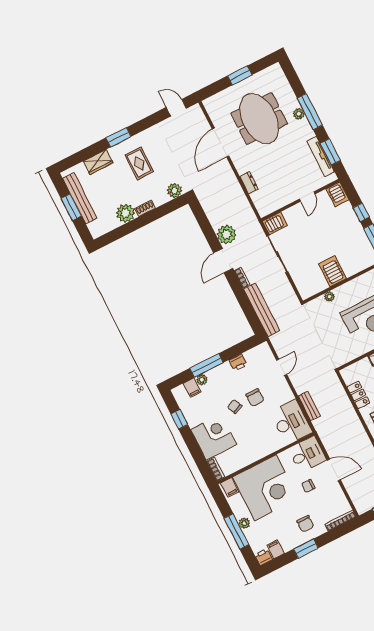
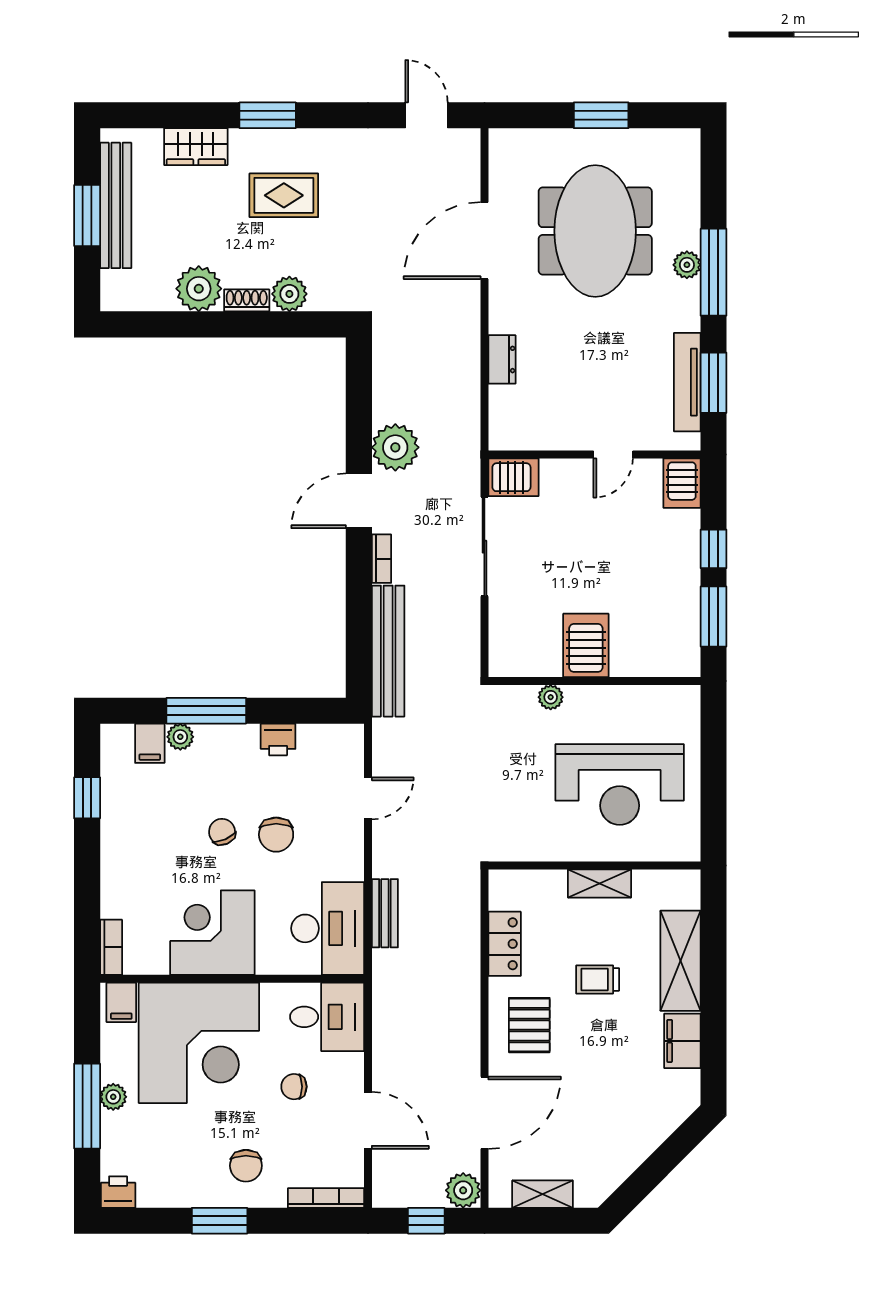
rug: (139, 163) -> (284, 195), turned 90
plant: (174, 191) -> (289, 294), moved
corner desk: (214, 437) -> (212, 933), moved, turned -90
door: (334, 470) -> (368, 1120), moved
filing cabinet: (275, 549) -> (152, 1189), removed

